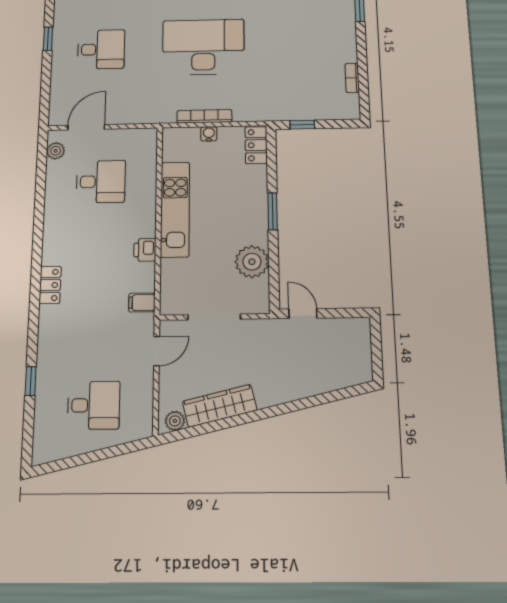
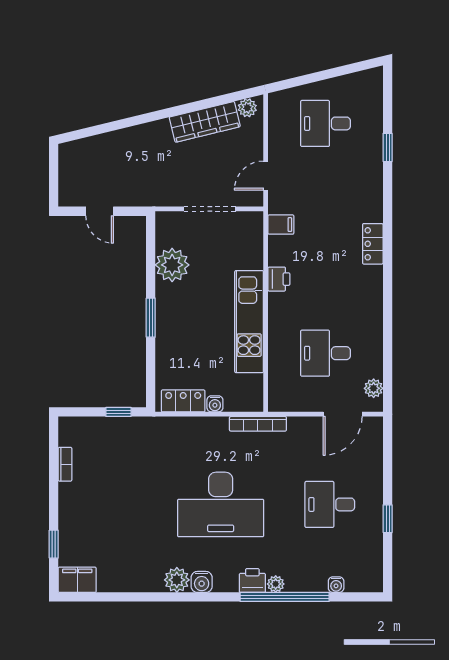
bookcase: (204, 116) -> (258, 424), moved
locker: (256, 145) -> (183, 401), moved, turned -90
door: (303, 314) -> (100, 211), moved

